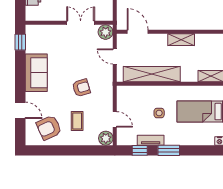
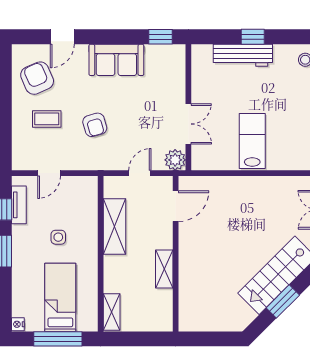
shelving: (152, 74) -> (114, 227), width x0.68
plant: (106, 138) -> (22, 160), removed
tv unit: (151, 140) -> (19, 205), moved

